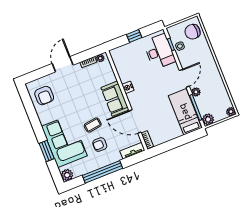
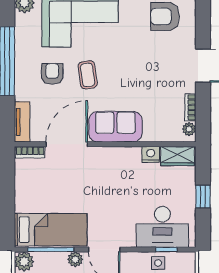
wardrobe: (118, 59) -> (178, 156), added
nightstand: (128, 87) -> (151, 154), moved

